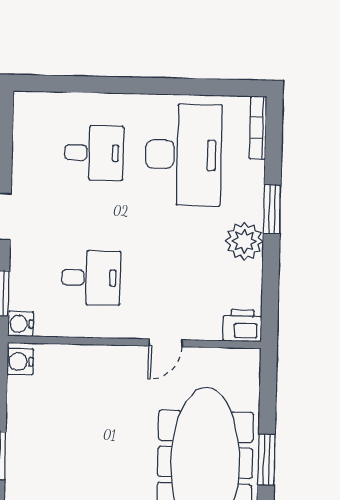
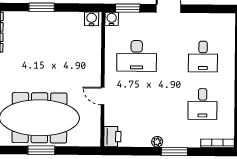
desk: (183, 155) -> (203, 104), width x0.53, depth x0.77
plant: (244, 241) -> (157, 142), width x0.53, depth x0.53
desk: (91, 278) -> (137, 56), width x1.37

